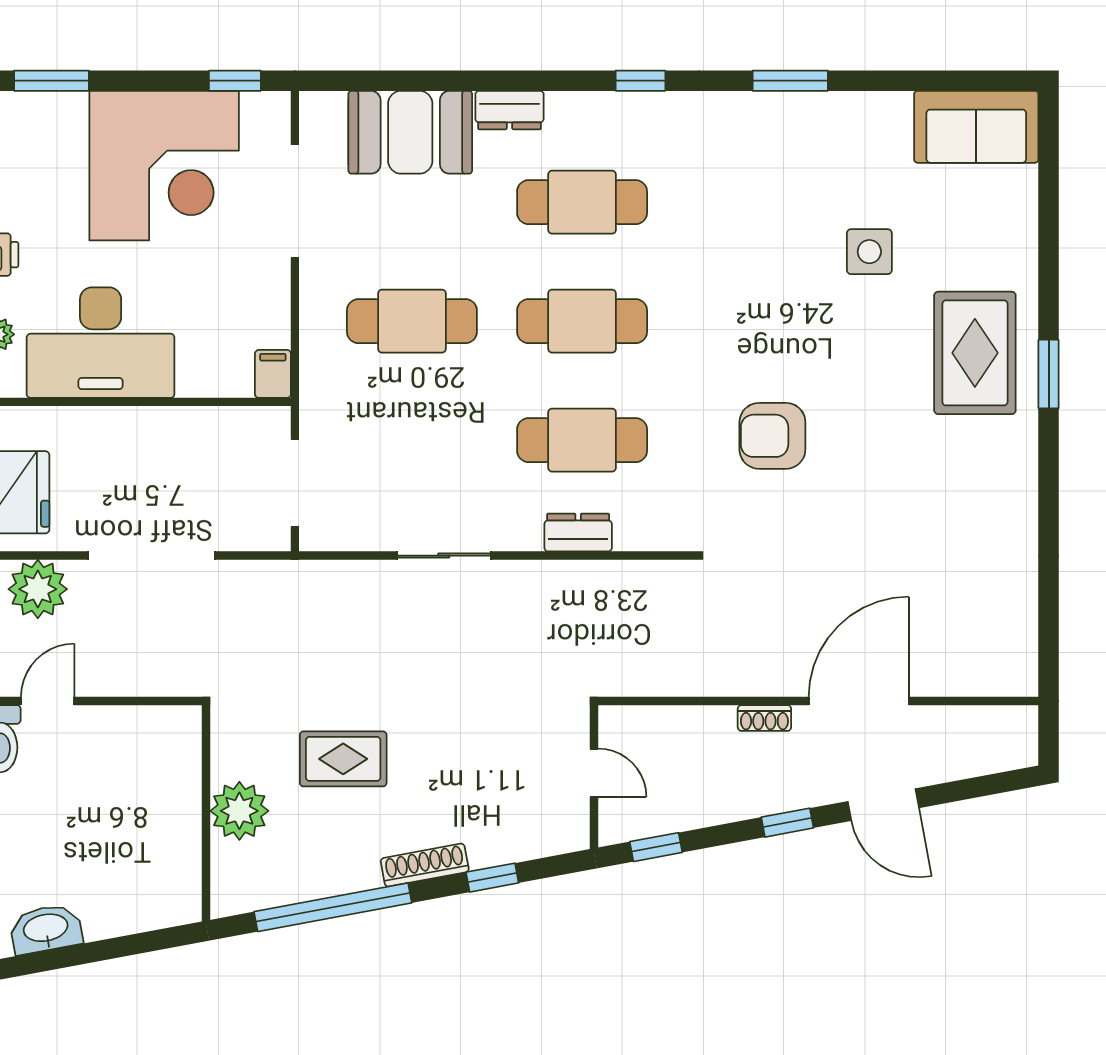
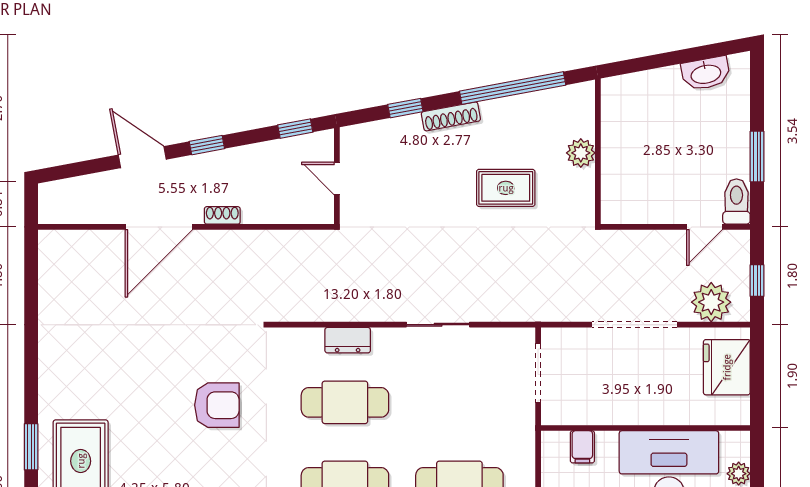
filing cabinet: (273, 374) -> (582, 447), moved
plant: (239, 811) -> (581, 153), width x0.73, depth x0.73

